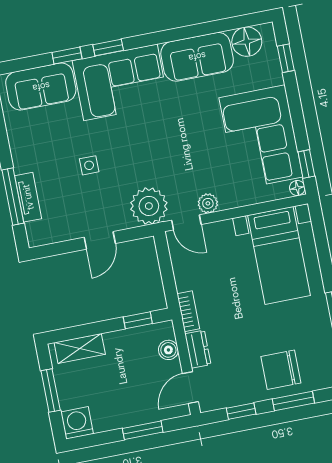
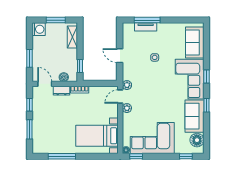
window: (67, 56) -> (207, 105), moved
plant: (149, 206) -> (127, 85), width x0.53, depth x0.53
chair: (281, 370) -> (45, 127), removed

